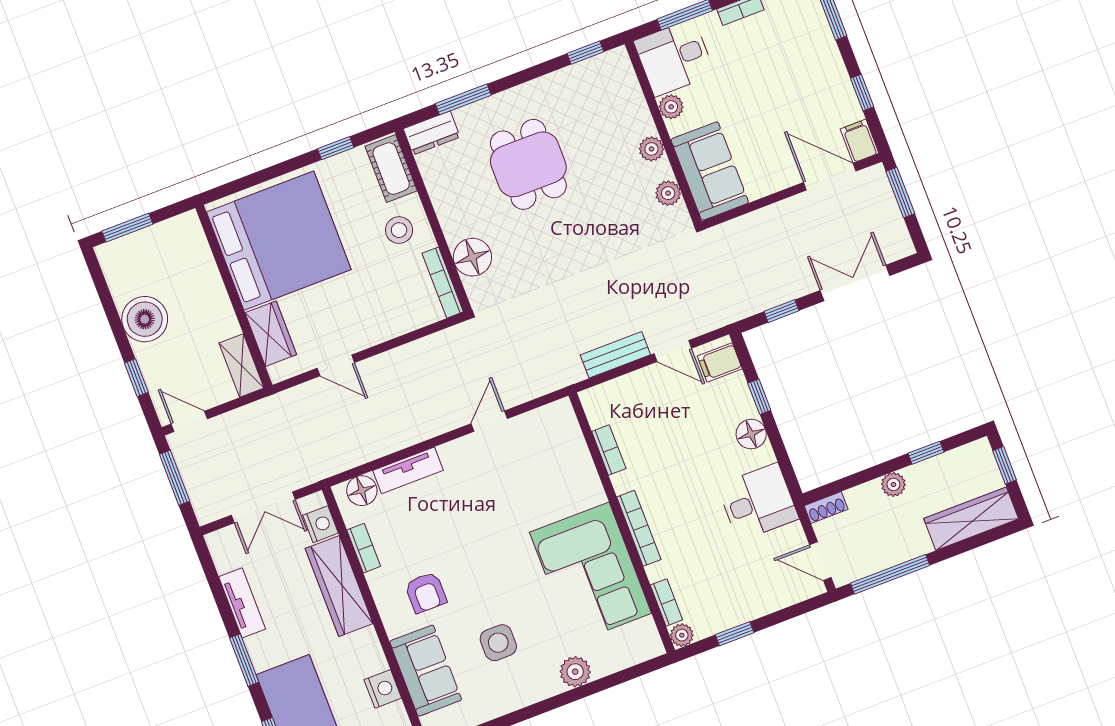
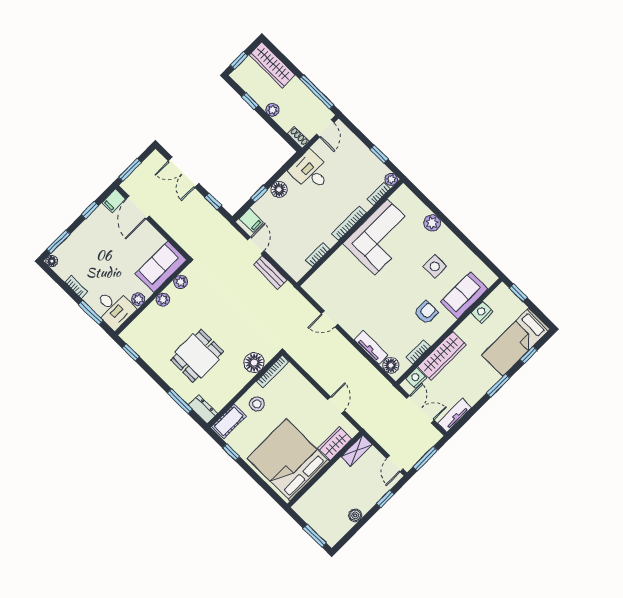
boiler: (145, 319) -> (355, 515), width x0.54, depth x0.54
tv unit: (242, 603) -> (455, 415), moved

